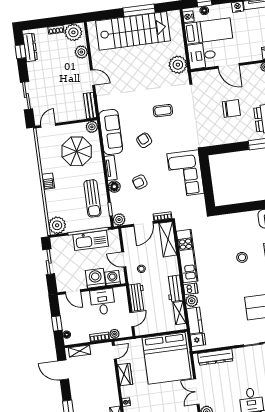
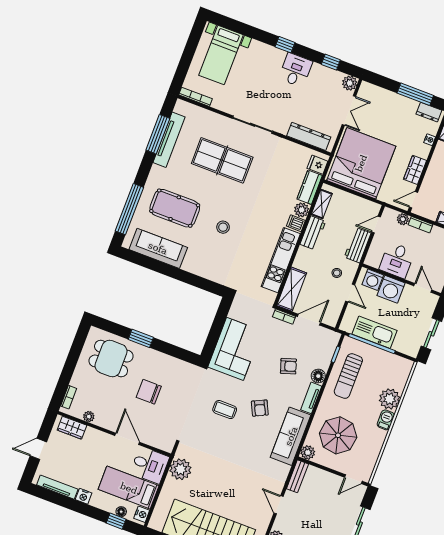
coffee table: (163, 111) -> (225, 410), moved
sun lounger: (92, 198) -> (348, 376), turned 180
plant: (119, 220) -> (332, 338), removed
plant: (57, 225) -> (390, 399), moved

